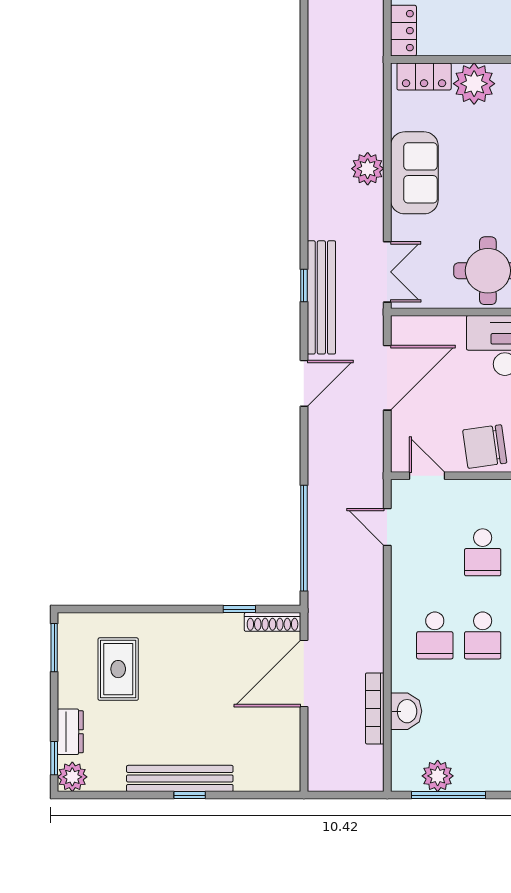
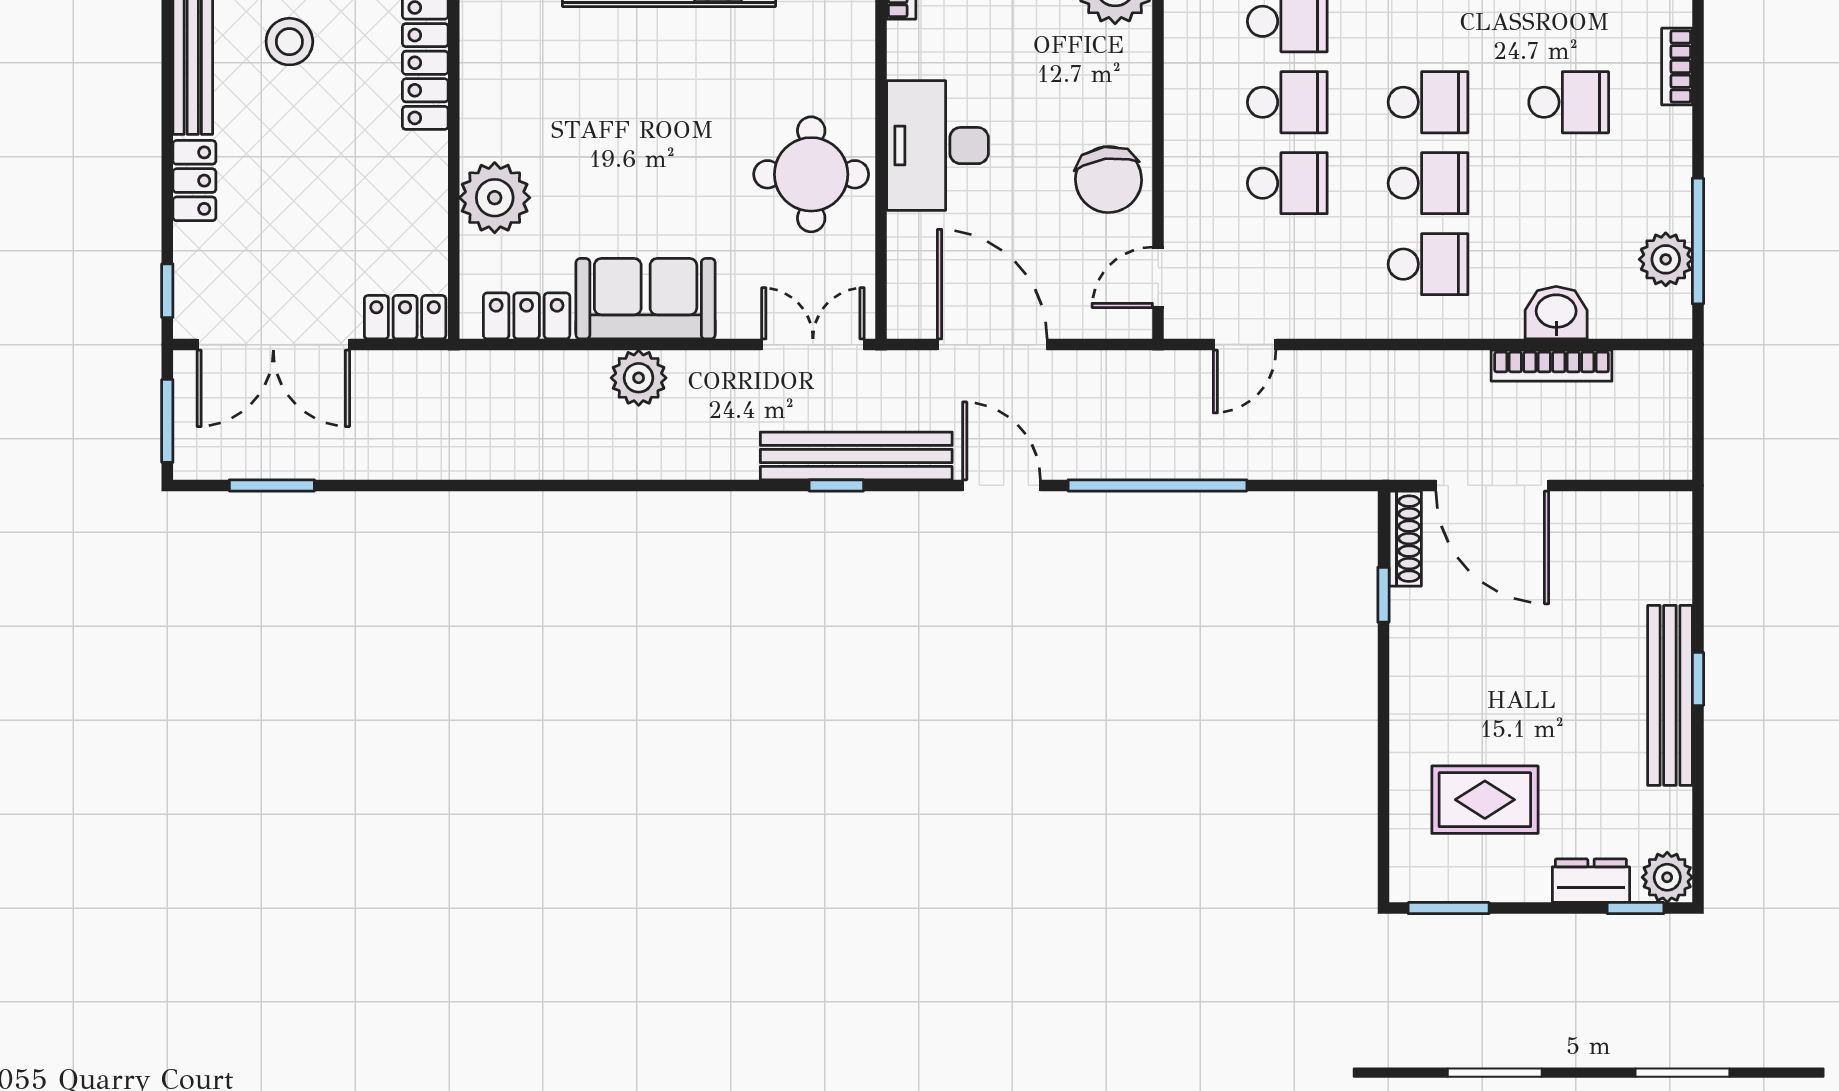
locker: (424, 76) -> (527, 316), moved, turned -90
window: (304, 538) -> (1157, 485), moved

